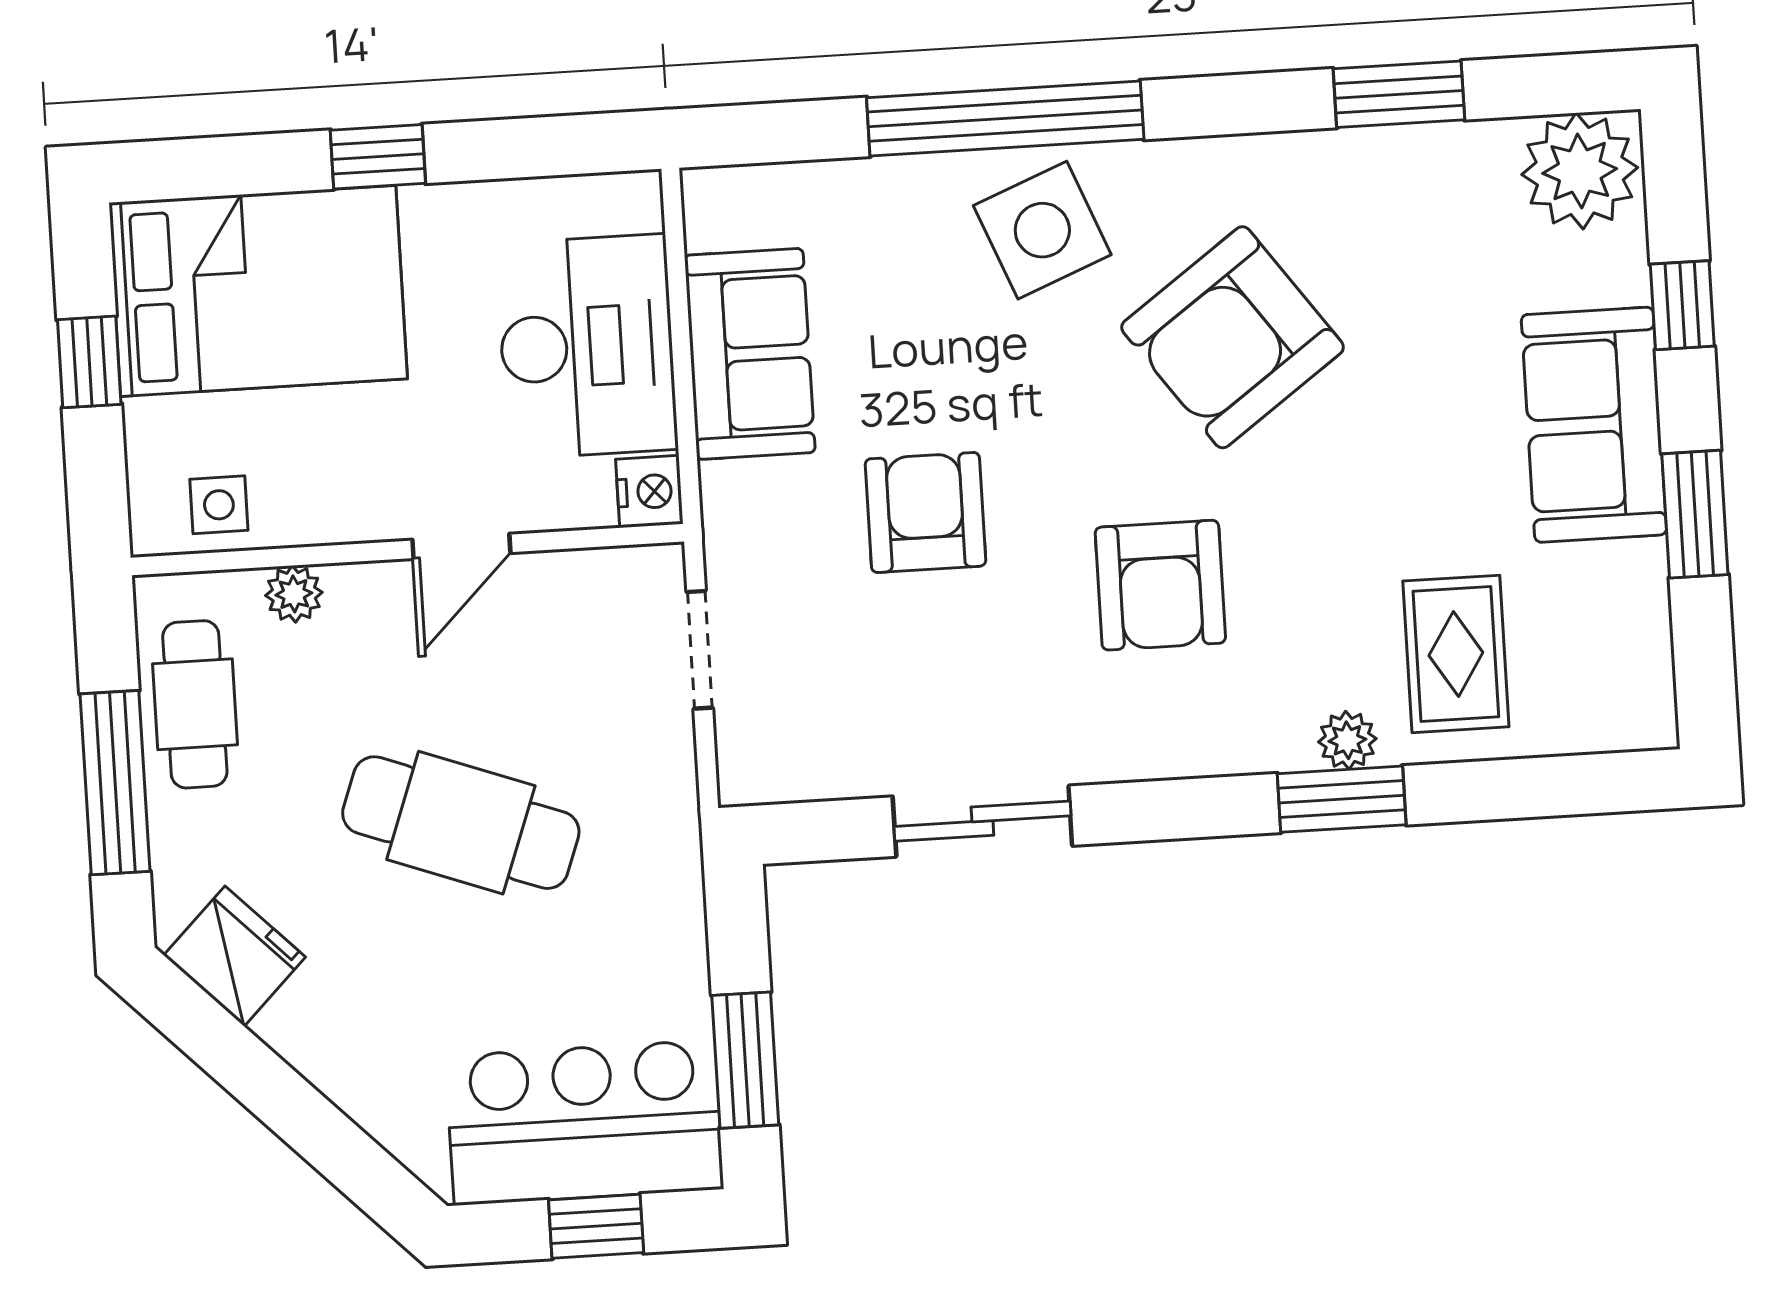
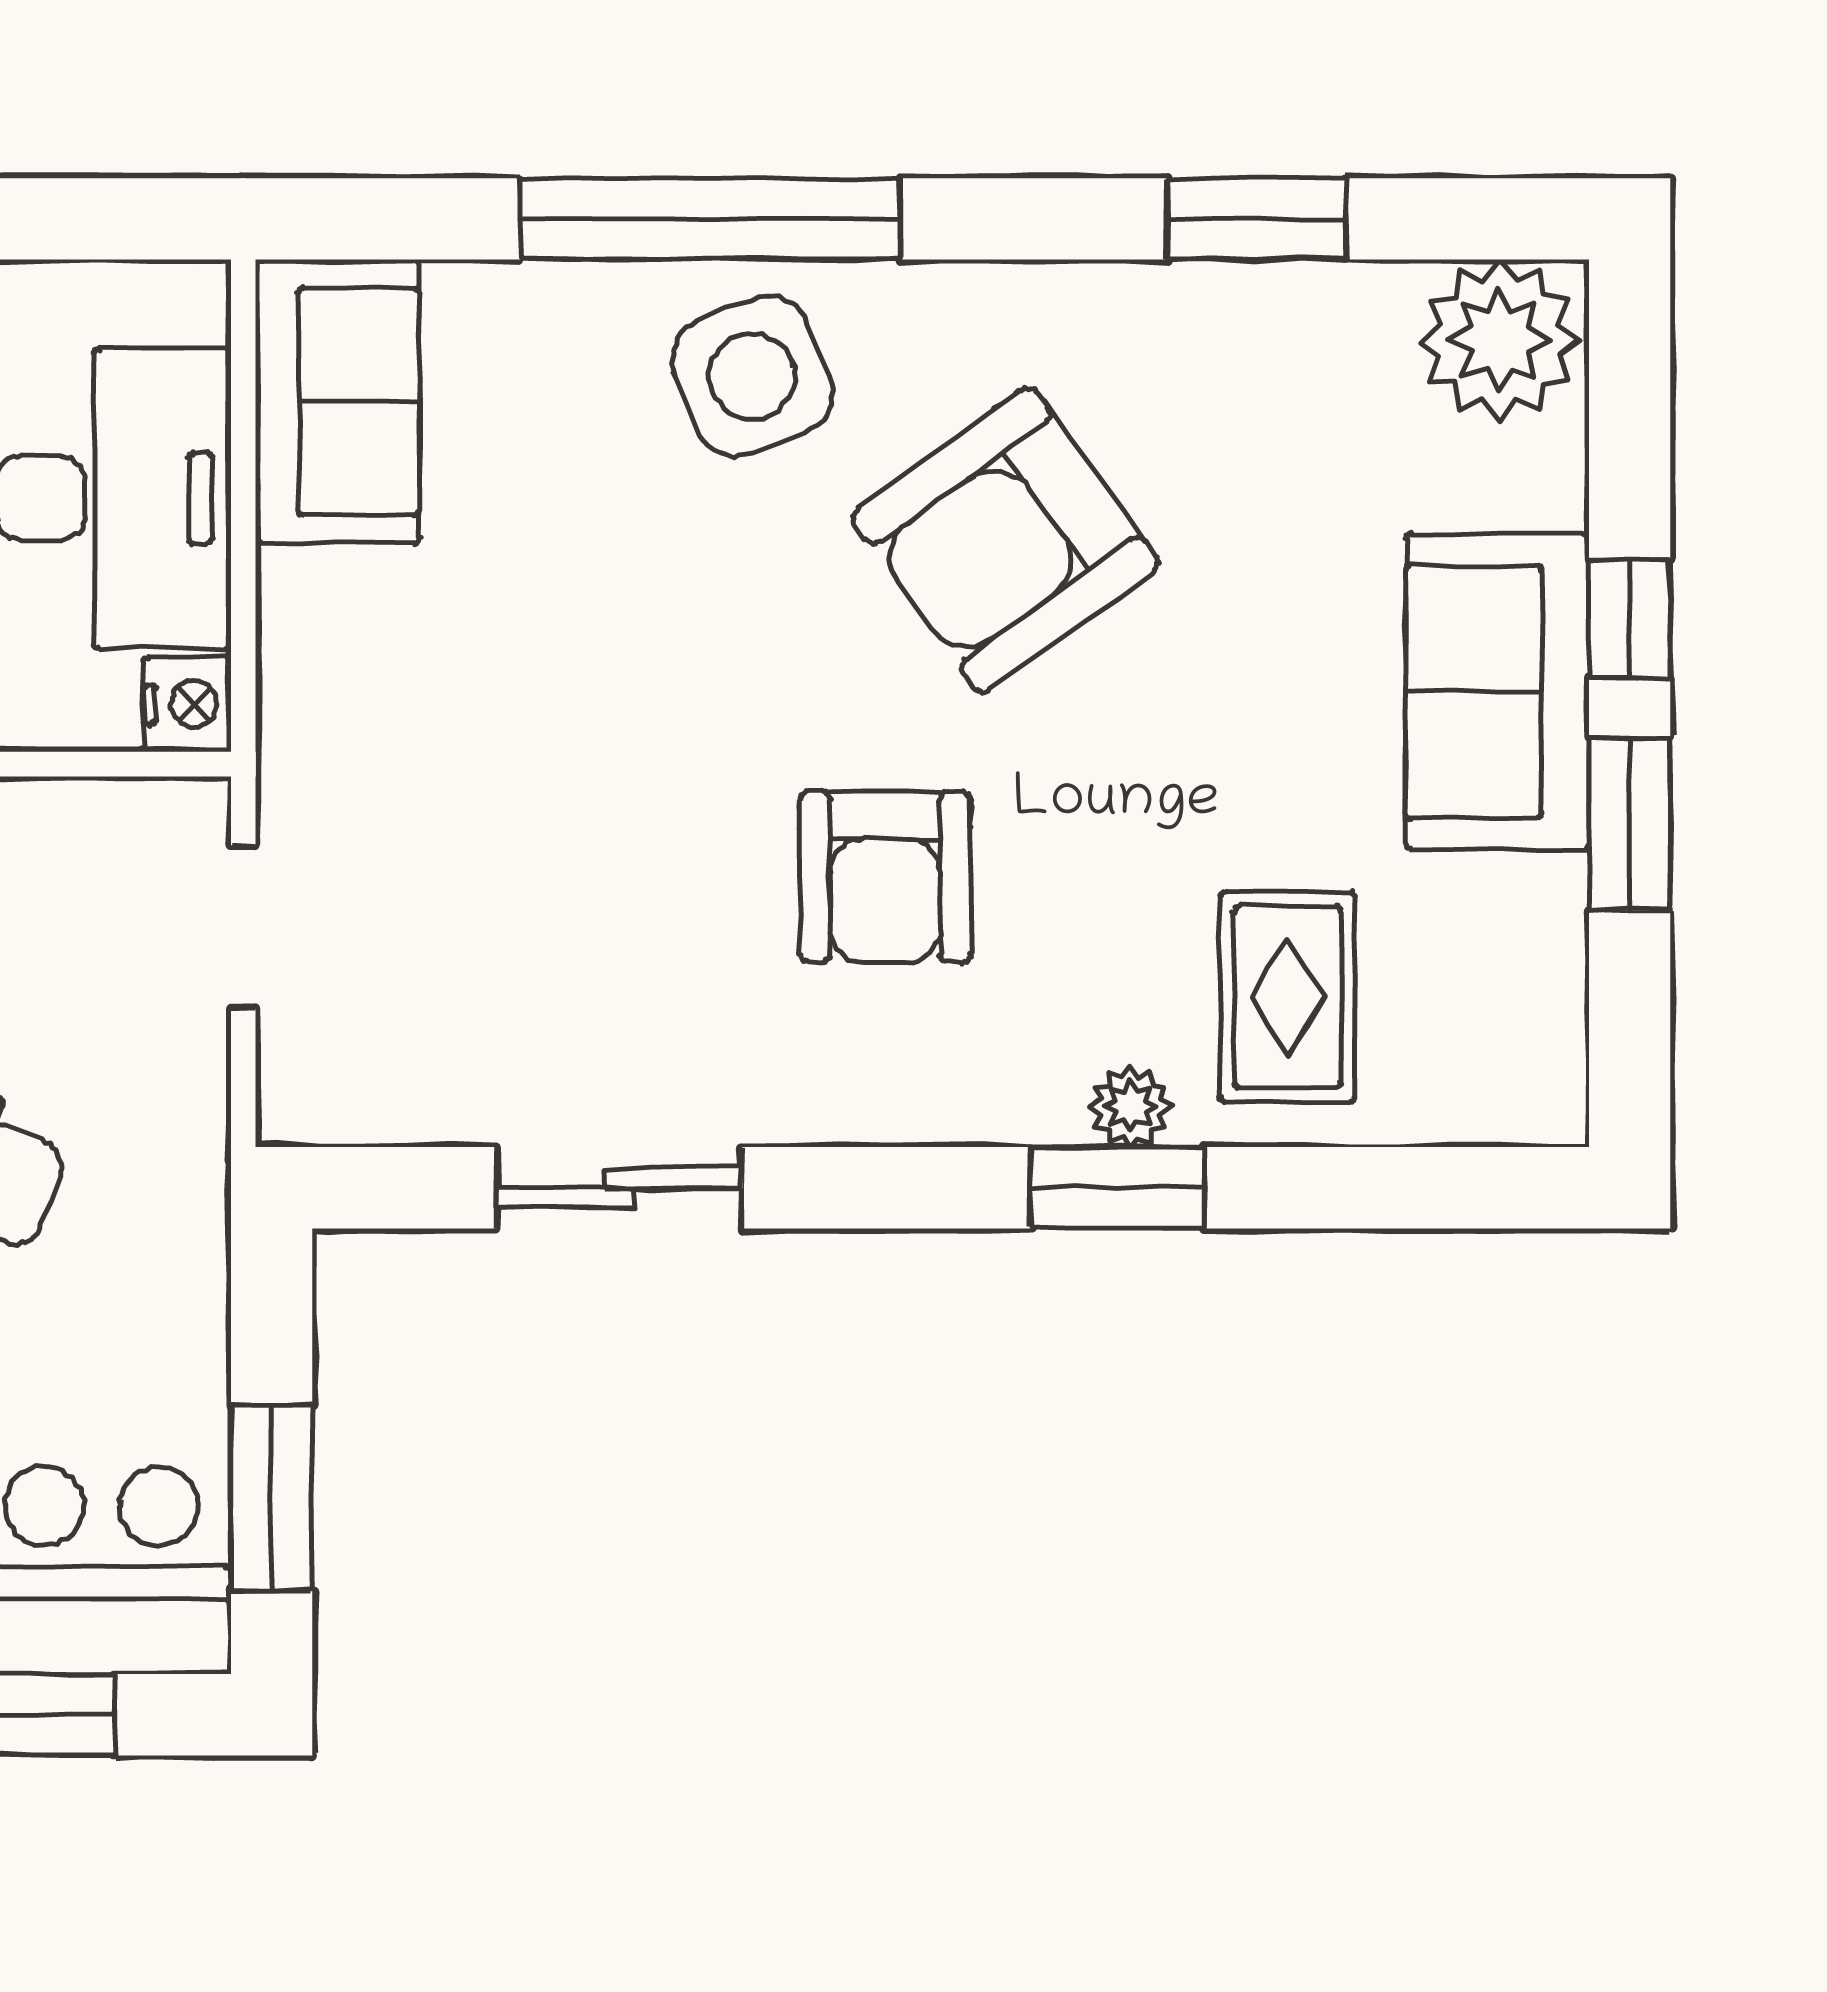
window: (1682, 305) -> (1630, 619), moved
sofa: (750, 354) -> (337, 401), moved
armchair: (925, 512) -> (567, 756), removed

